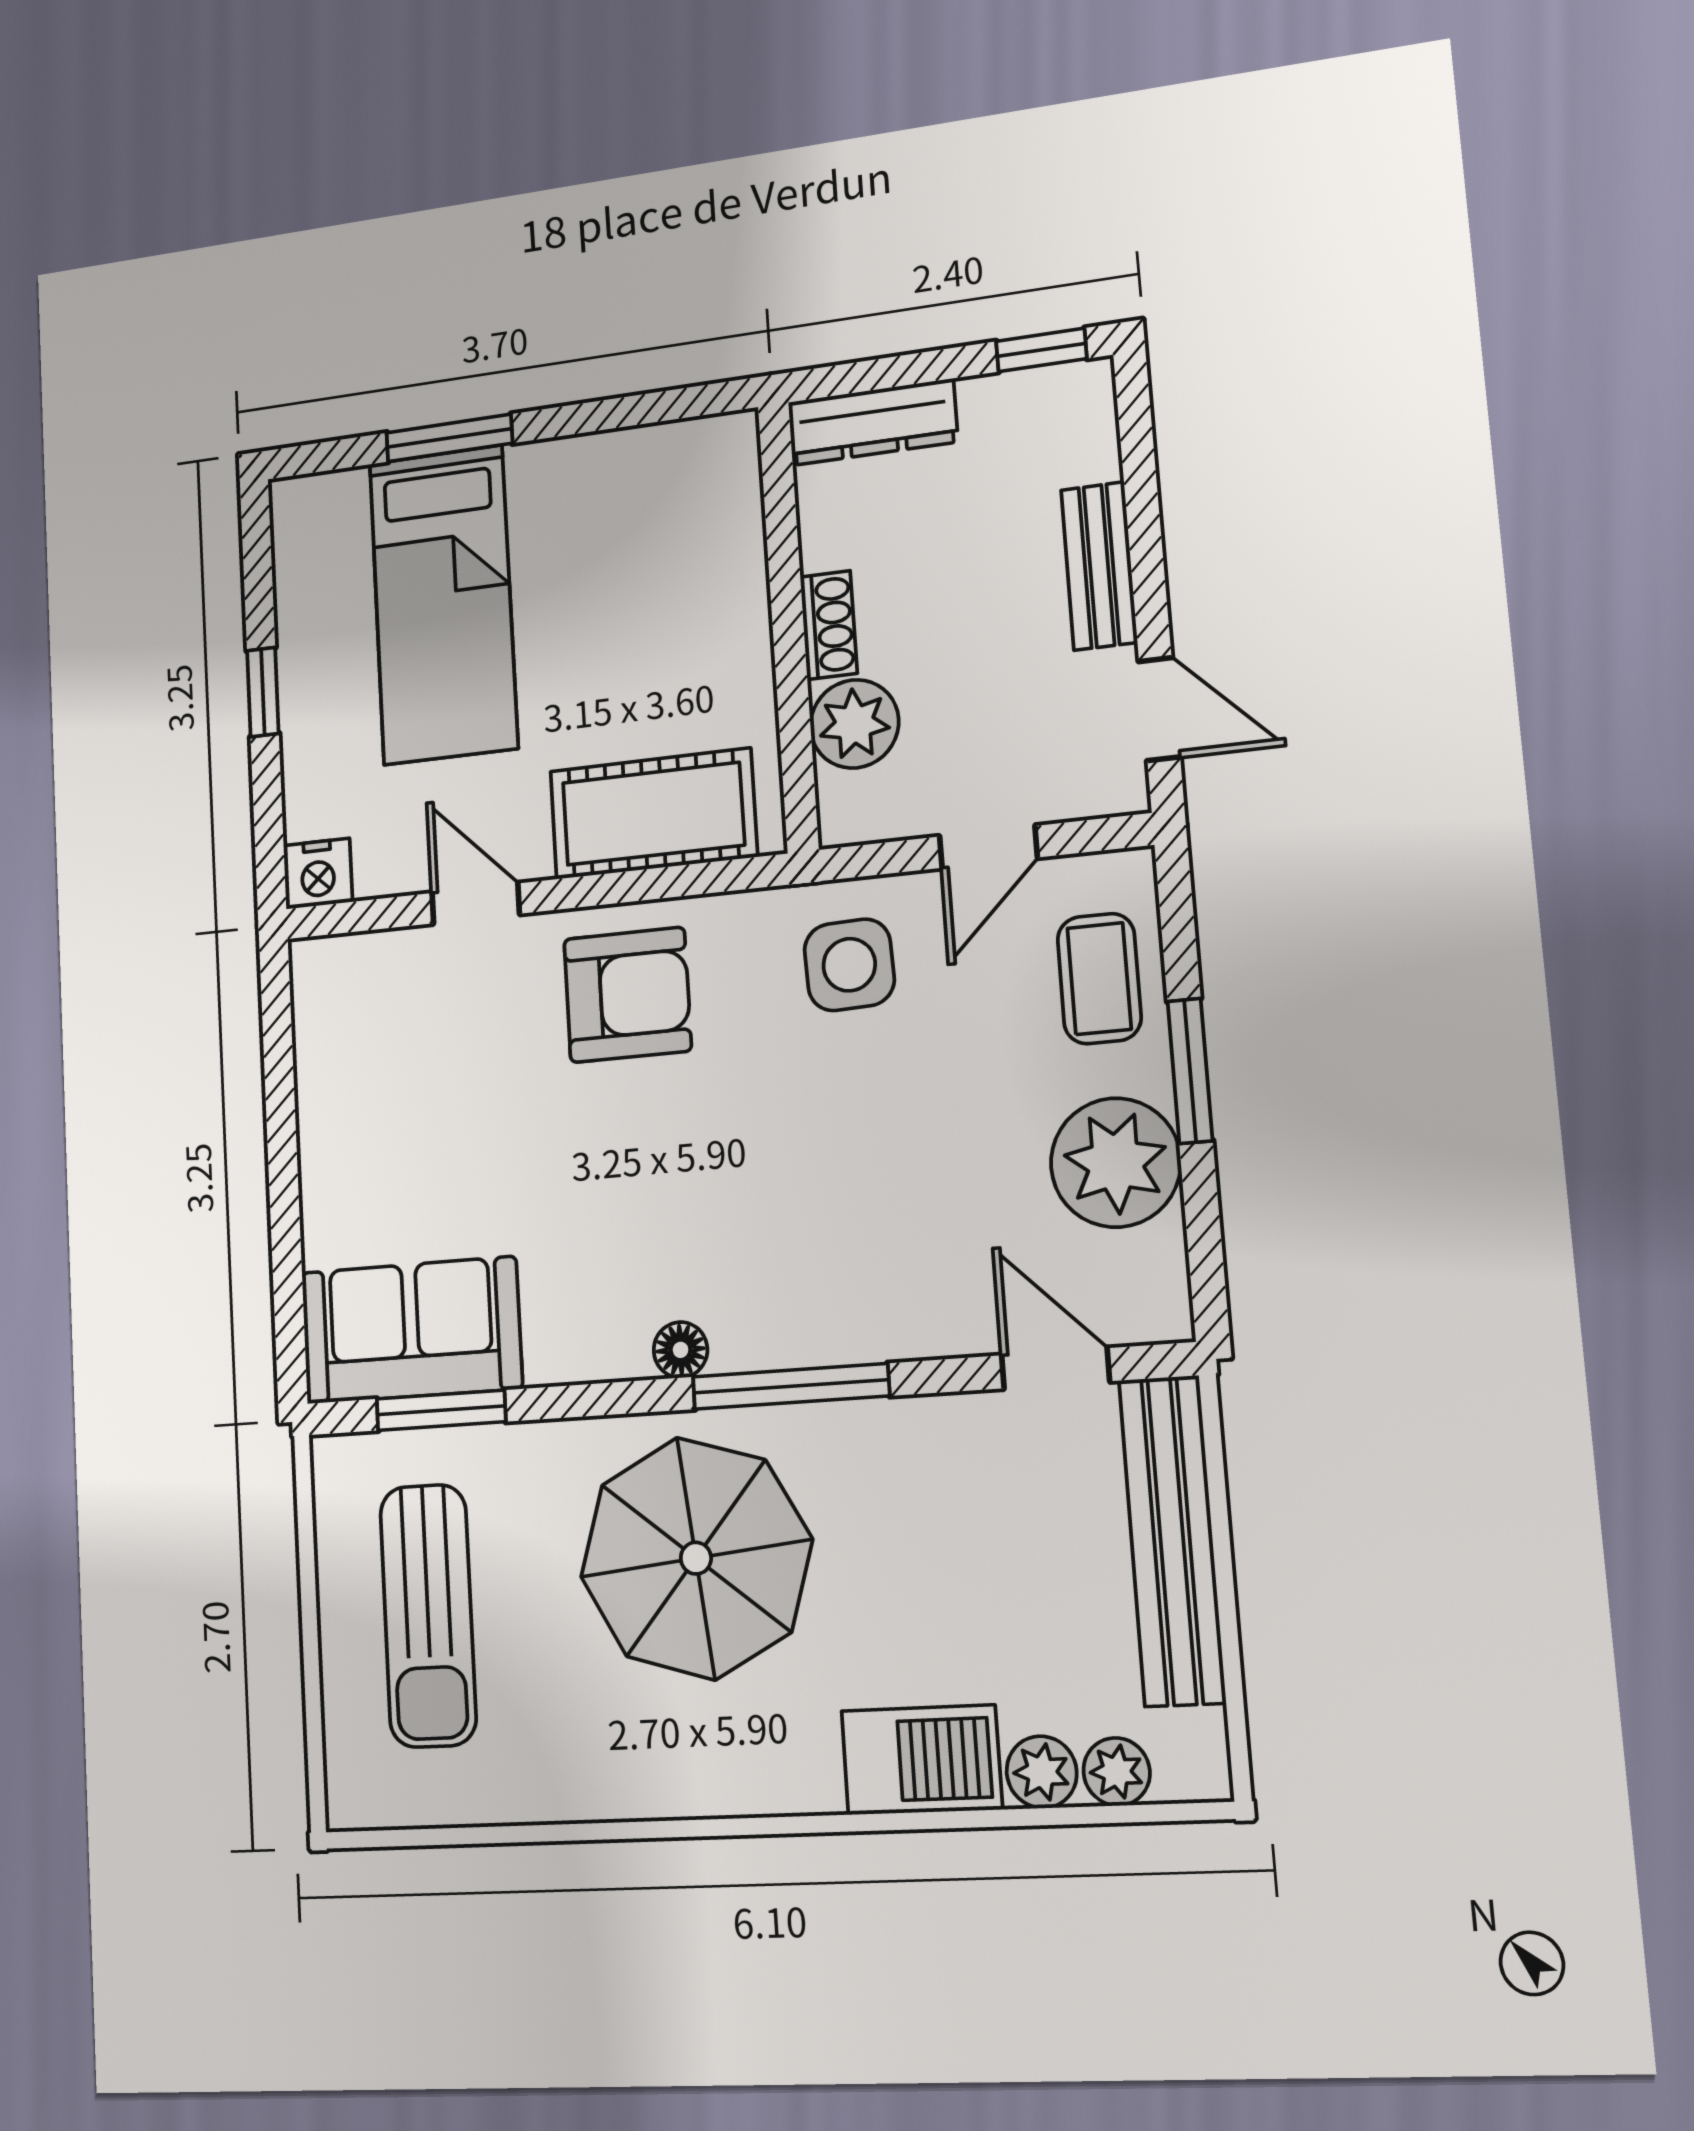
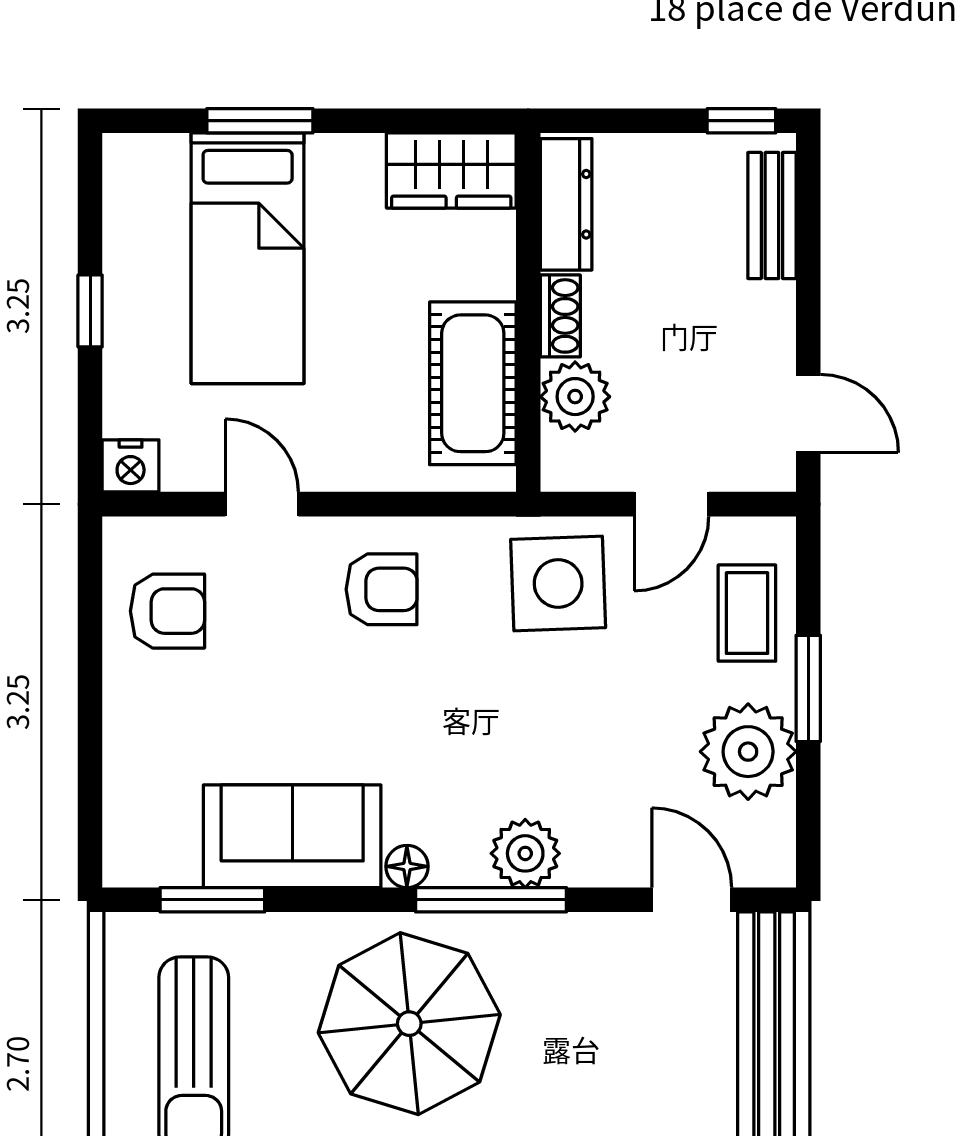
dresser: (873, 422) -> (566, 204), moved, turned -90
wardrobe: (682, 464) -> (451, 171), added
bench: (1099, 566) -> (772, 216), moved
cot: (653, 814) -> (473, 383), moved, turned 90
side table: (849, 965) -> (558, 583), width x1.37, depth x1.37
armchair: (627, 995) -> (382, 589), width x0.72, depth x0.72
armchair: (370, 1048) -> (167, 611), added
plant: (831, 1322) -> (525, 853), added
sofa: (411, 1330) -> (292, 836), moved

